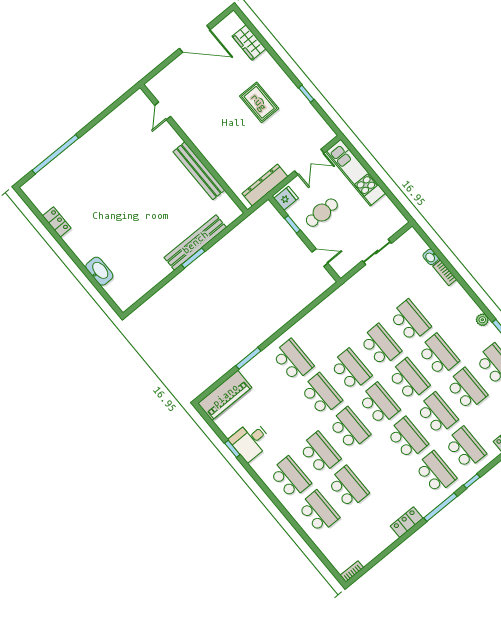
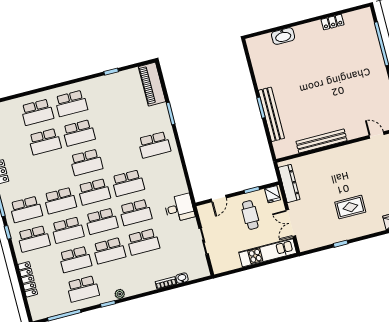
school desk: (321, 394) -> (120, 154), removed
desk: (250, 441) -> (179, 208), moved, turned 90

